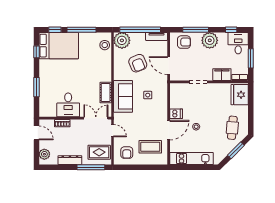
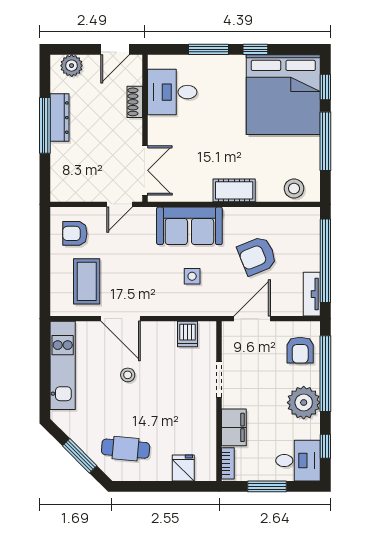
window: (196, 30) -> (325, 374), width x1.46
plant: (122, 40) -> (304, 224), removed
bed: (59, 46) -> (283, 95), width x1.36
window: (36, 52) -> (255, 49), moved
cot: (106, 93) -> (234, 190), moved
fridge: (240, 95) -> (183, 468), width x0.53, depth x0.75
desk: (68, 105) -> (172, 92), moved
dishwasher: (176, 114) -> (188, 334), moved
rug: (99, 152) -> (76, 177), removed
window: (91, 167) -> (45, 125), moved

